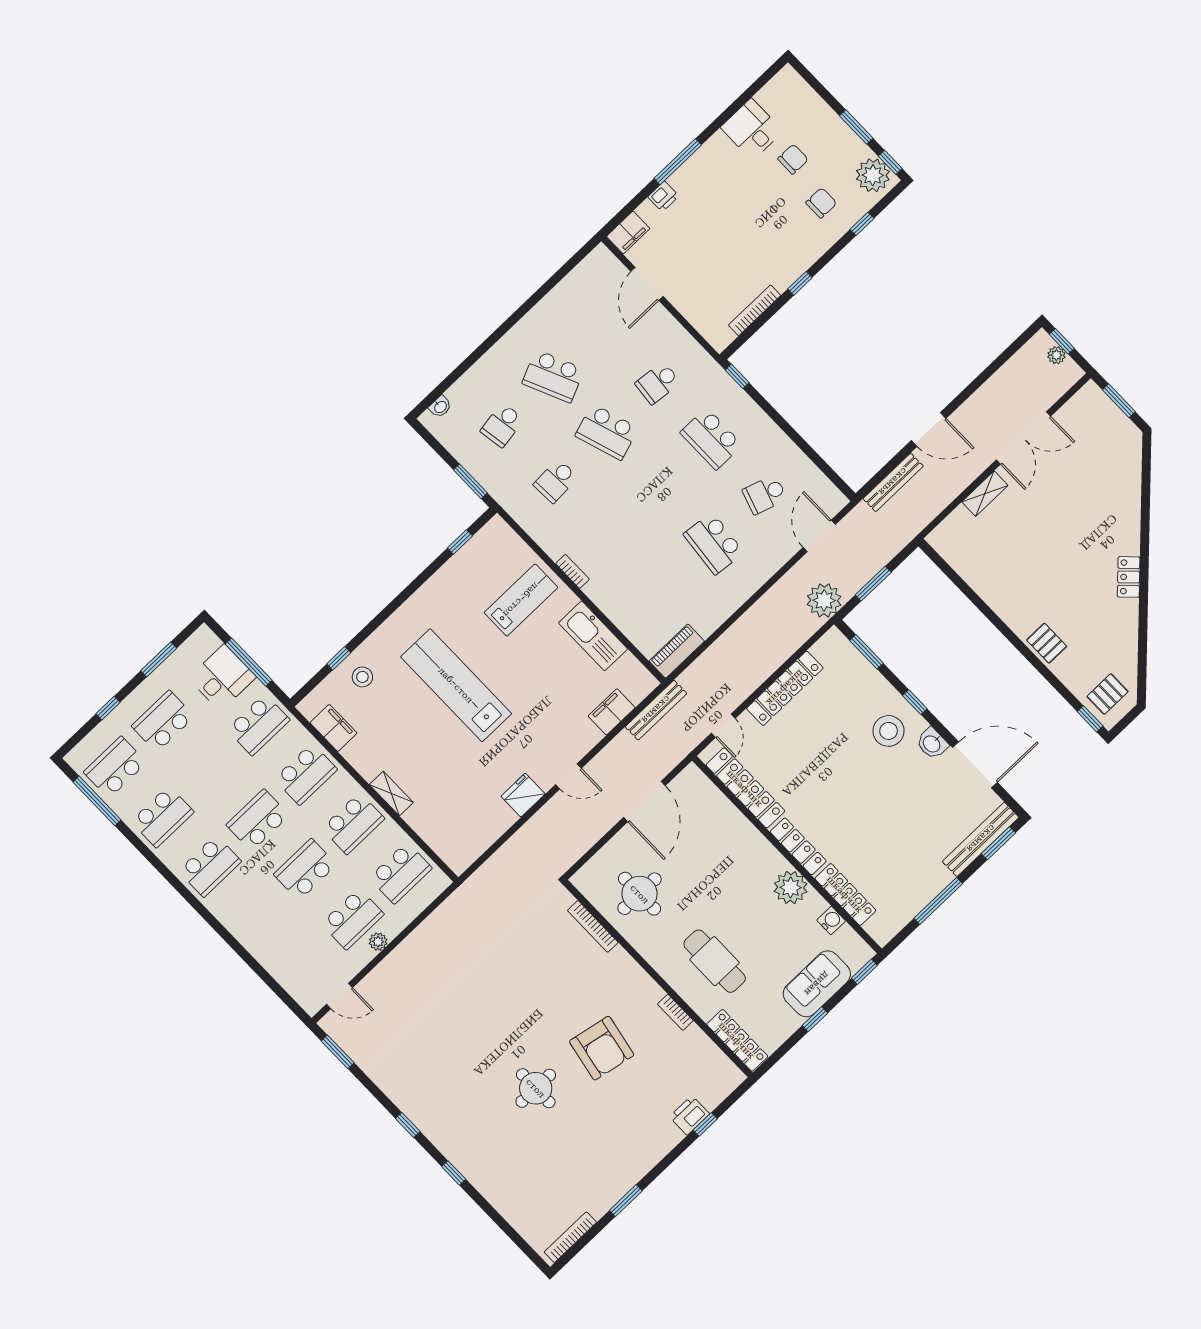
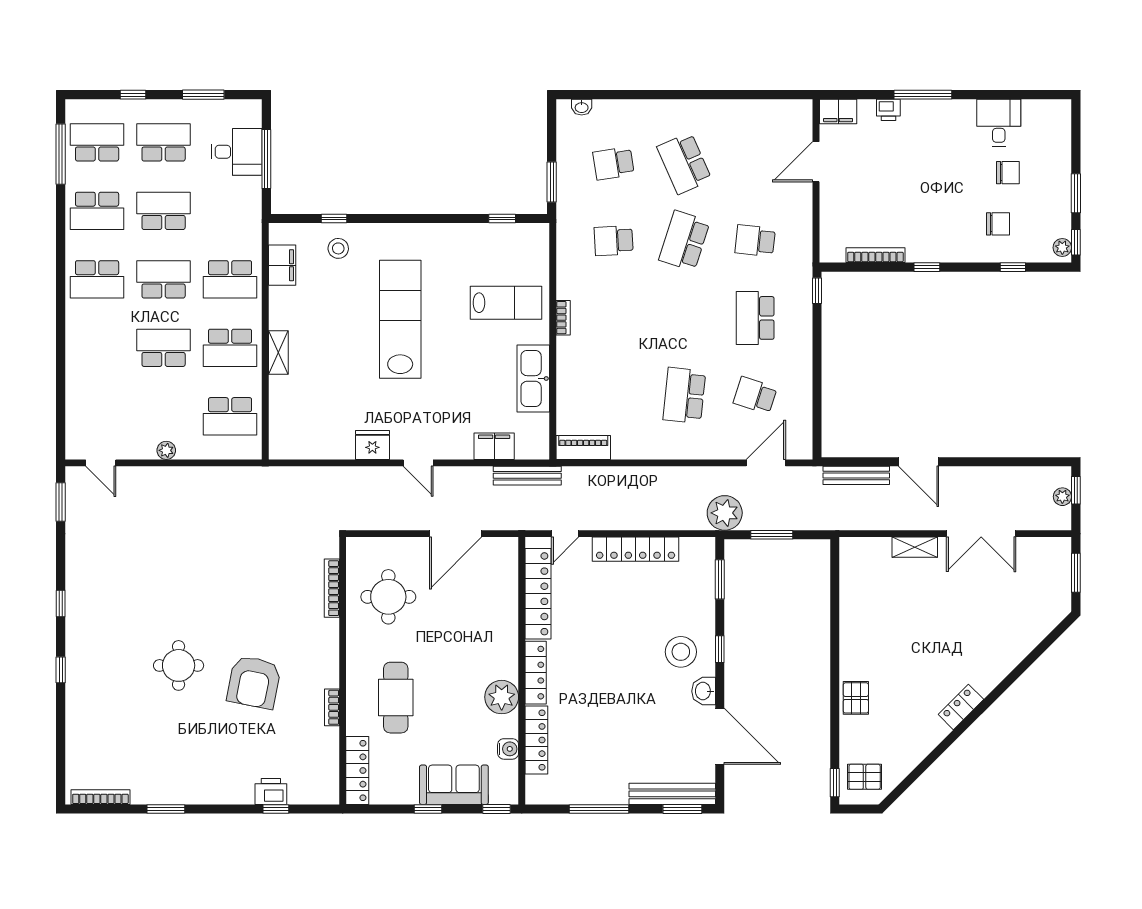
plant: (873, 175) -> (1062, 248), width x0.53, depth x0.53
school desk: (607, 432) -> (684, 241), turned 36
school desk: (258, 725) -> (164, 211), moved, turned 180
school desk: (353, 919) -> (164, 416), removed

